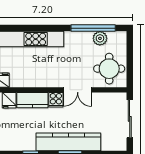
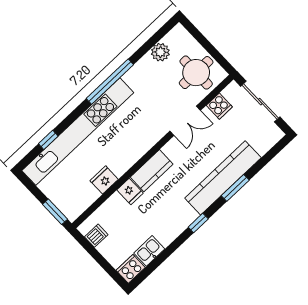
window: (93, 28) -> (110, 82), moved
cooker: (56, 100) -> (219, 106), moved

